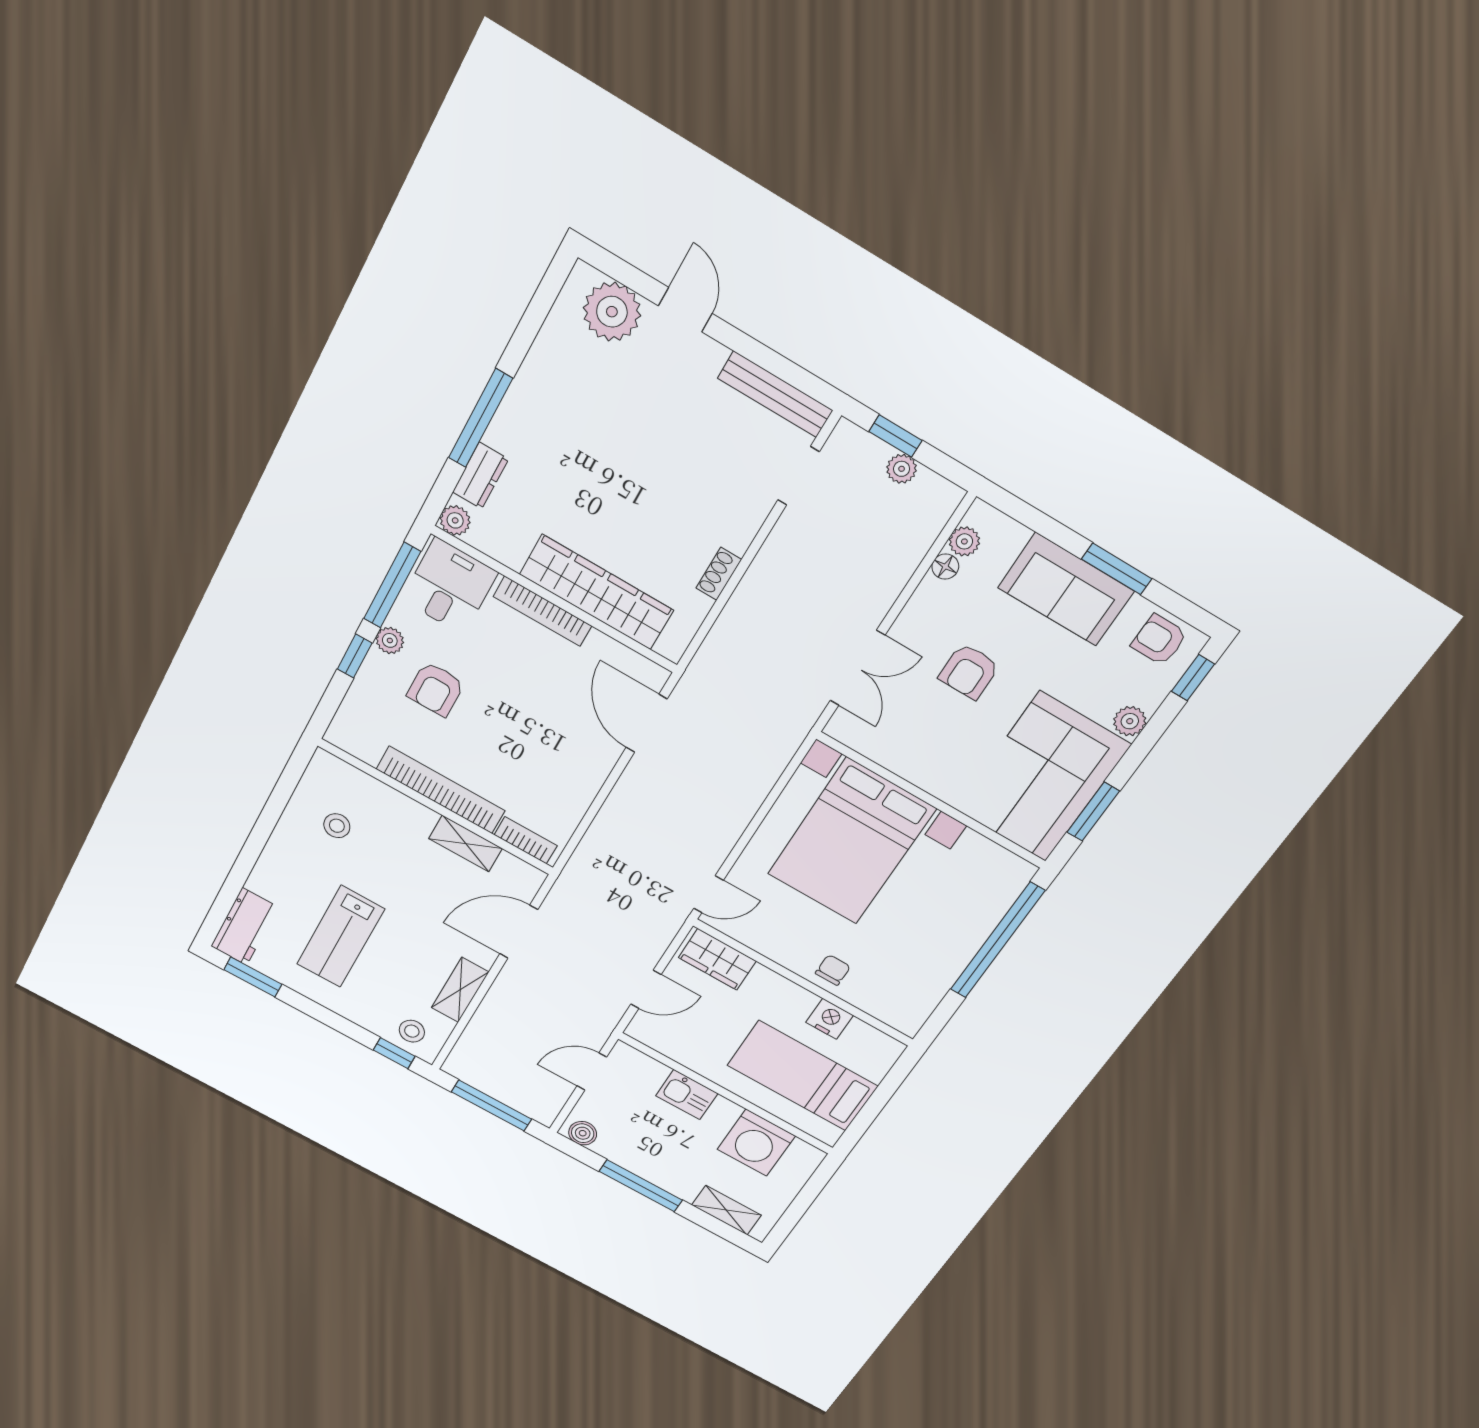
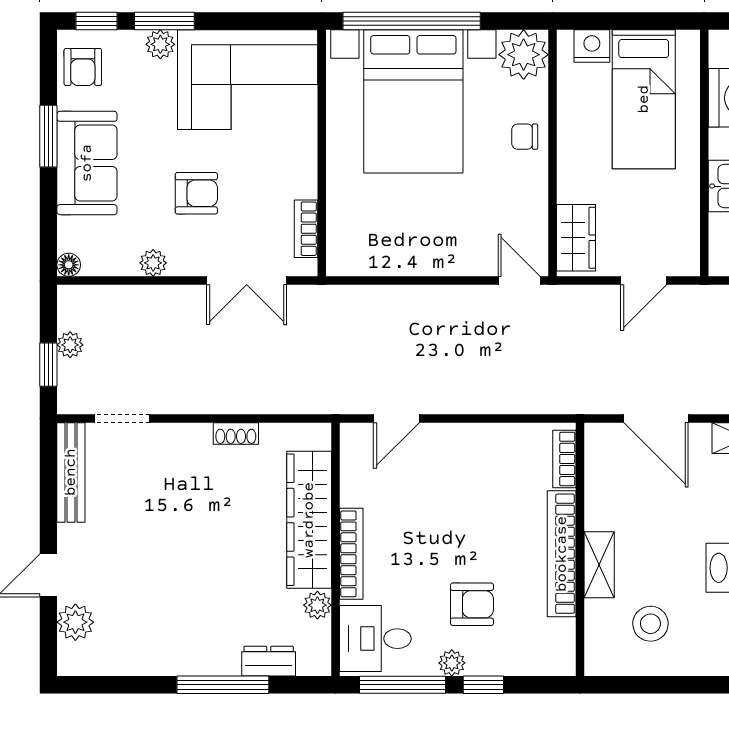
plant: (612, 312) -> (75, 622), width x0.73, depth x0.73
plant: (455, 520) -> (317, 605), moved
plant: (964, 541) -> (153, 263), moved
floor lamp: (945, 567) -> (69, 265), moved
double door: (857, 668) -> (247, 281), swing flipped
door: (647, 723) -> (396, 418), width x0.73
bookcase: (871, 747) -> (306, 229), added
window: (1093, 812) -> (164, 21), moved
stool: (337, 826) -> (650, 624), width x1.37, depth x1.37
bed with nightstands: (851, 841) -> (413, 101), moved, turned 90
shelving: (466, 844) -> (599, 565), moved
door: (646, 989) -> (644, 281), swing flipped
plant: (905, 1009) -> (524, 55), added
nightstand: (830, 1019) -> (592, 46), moved, turned 90

